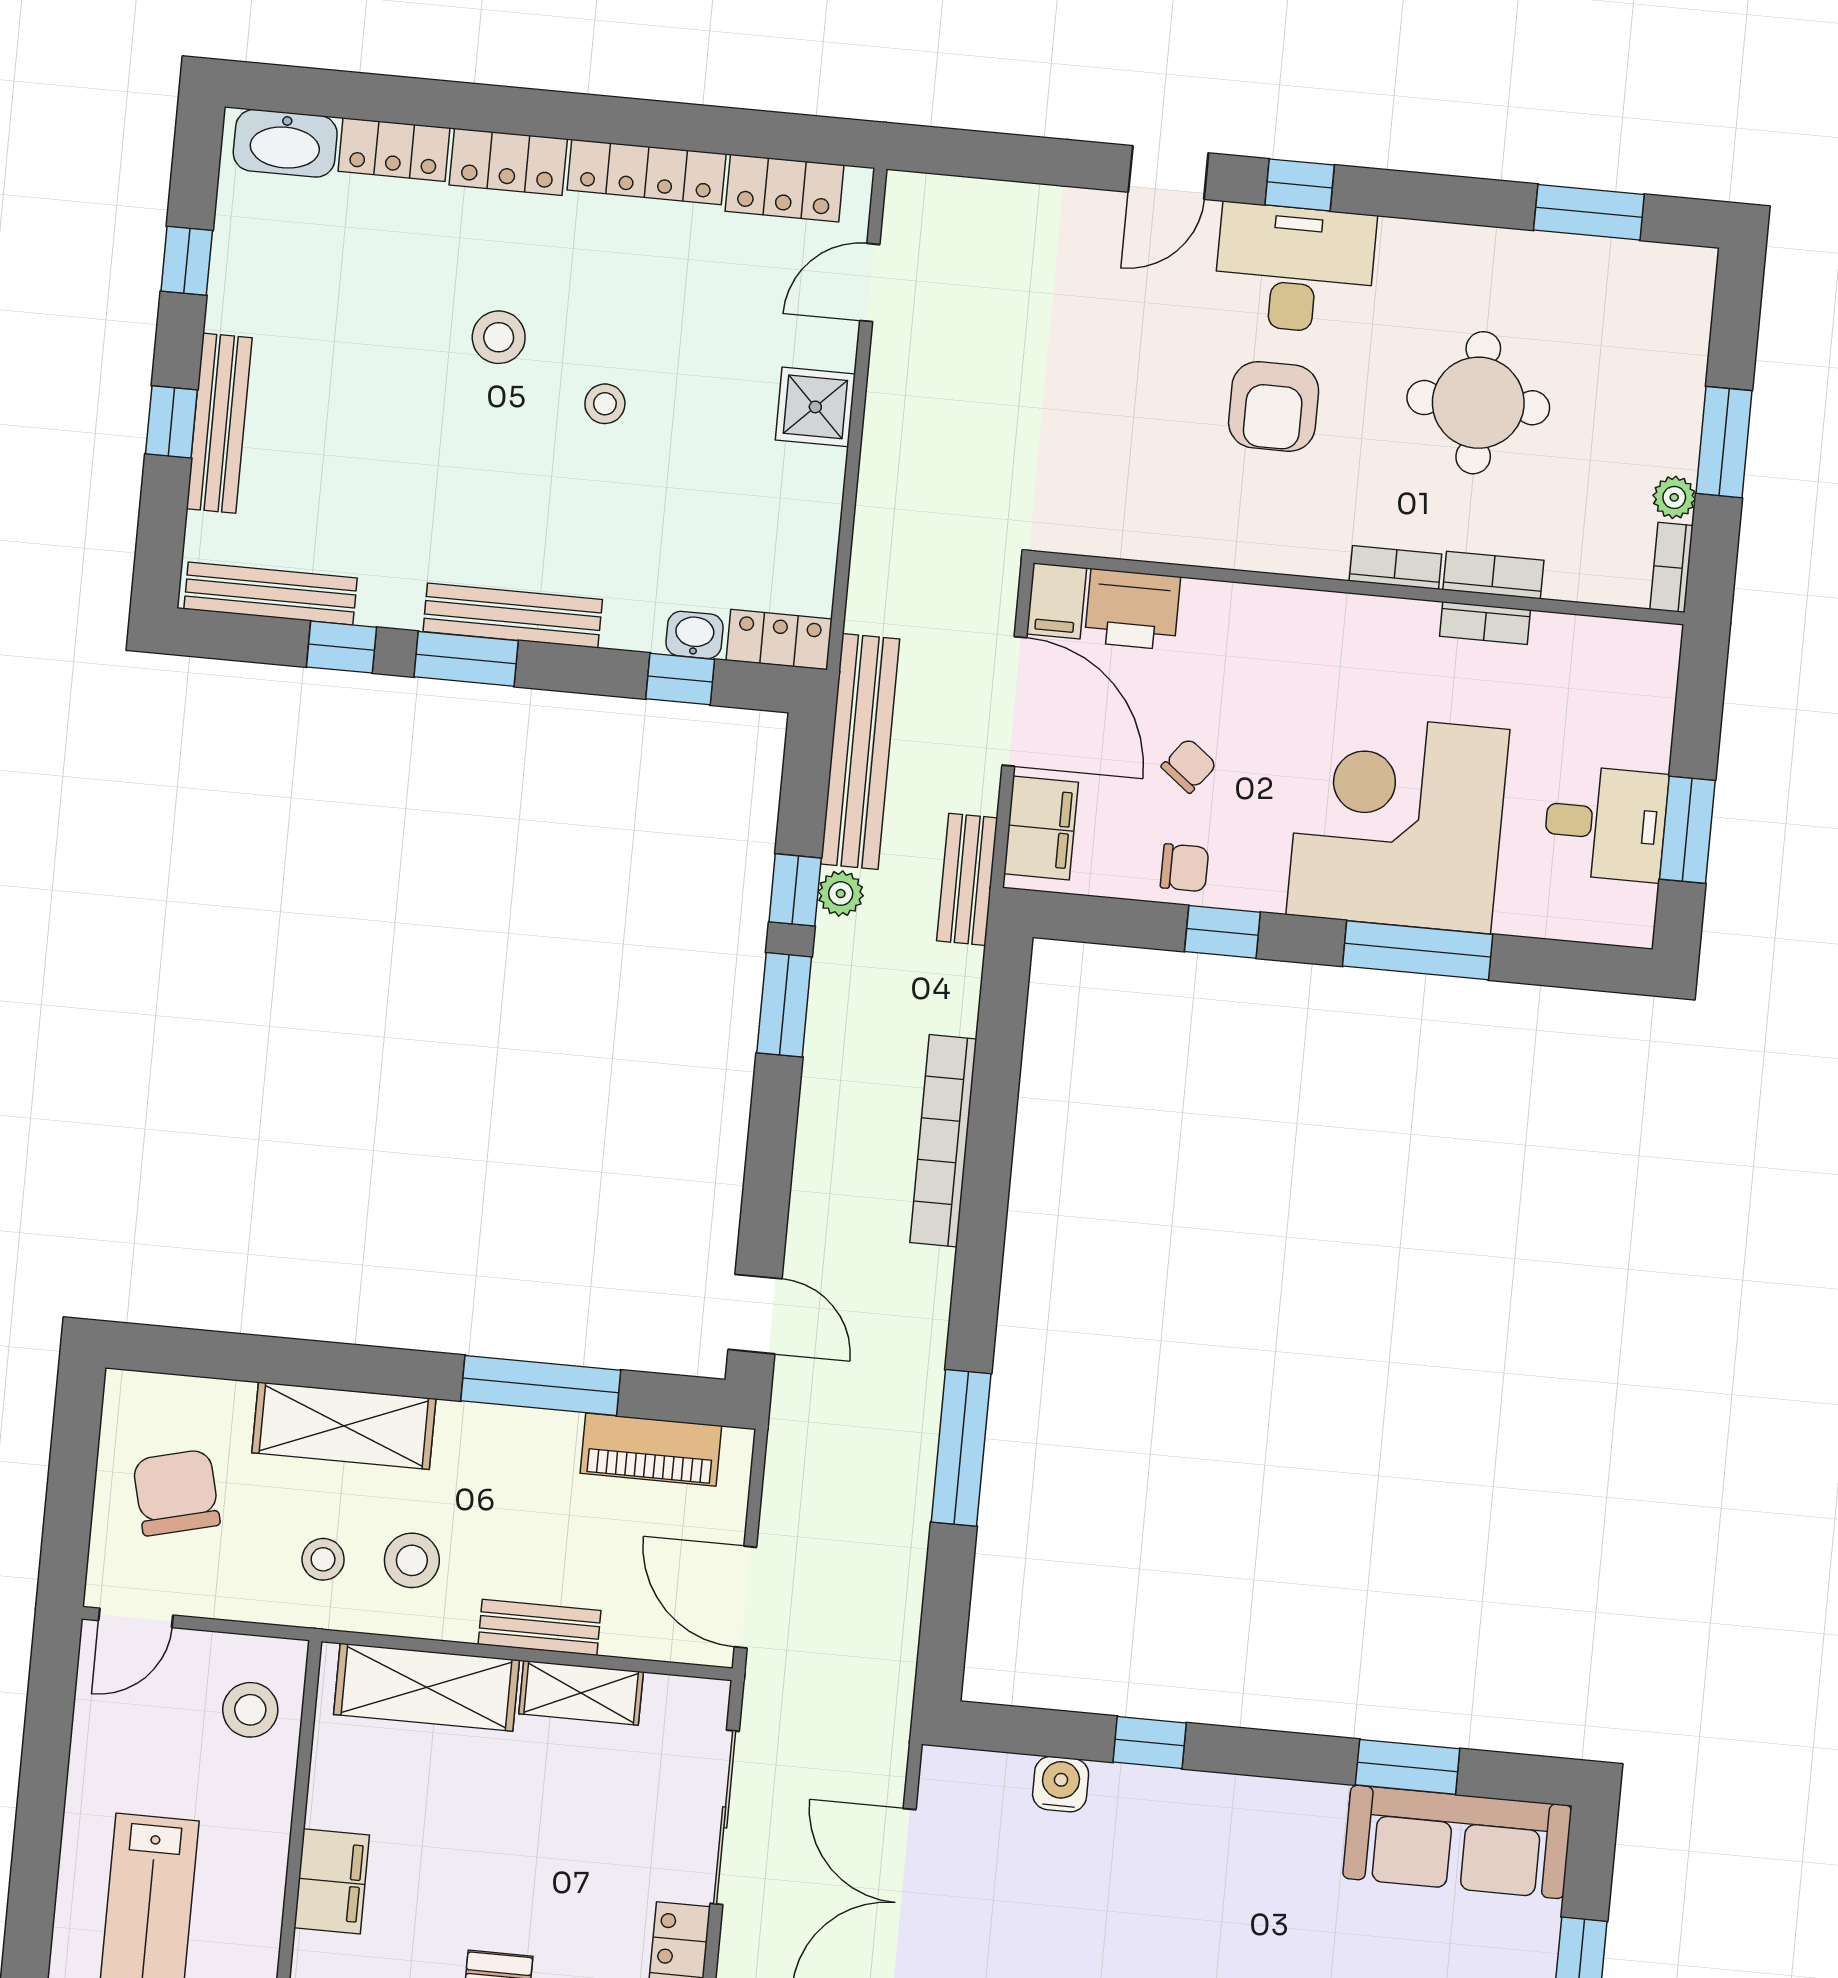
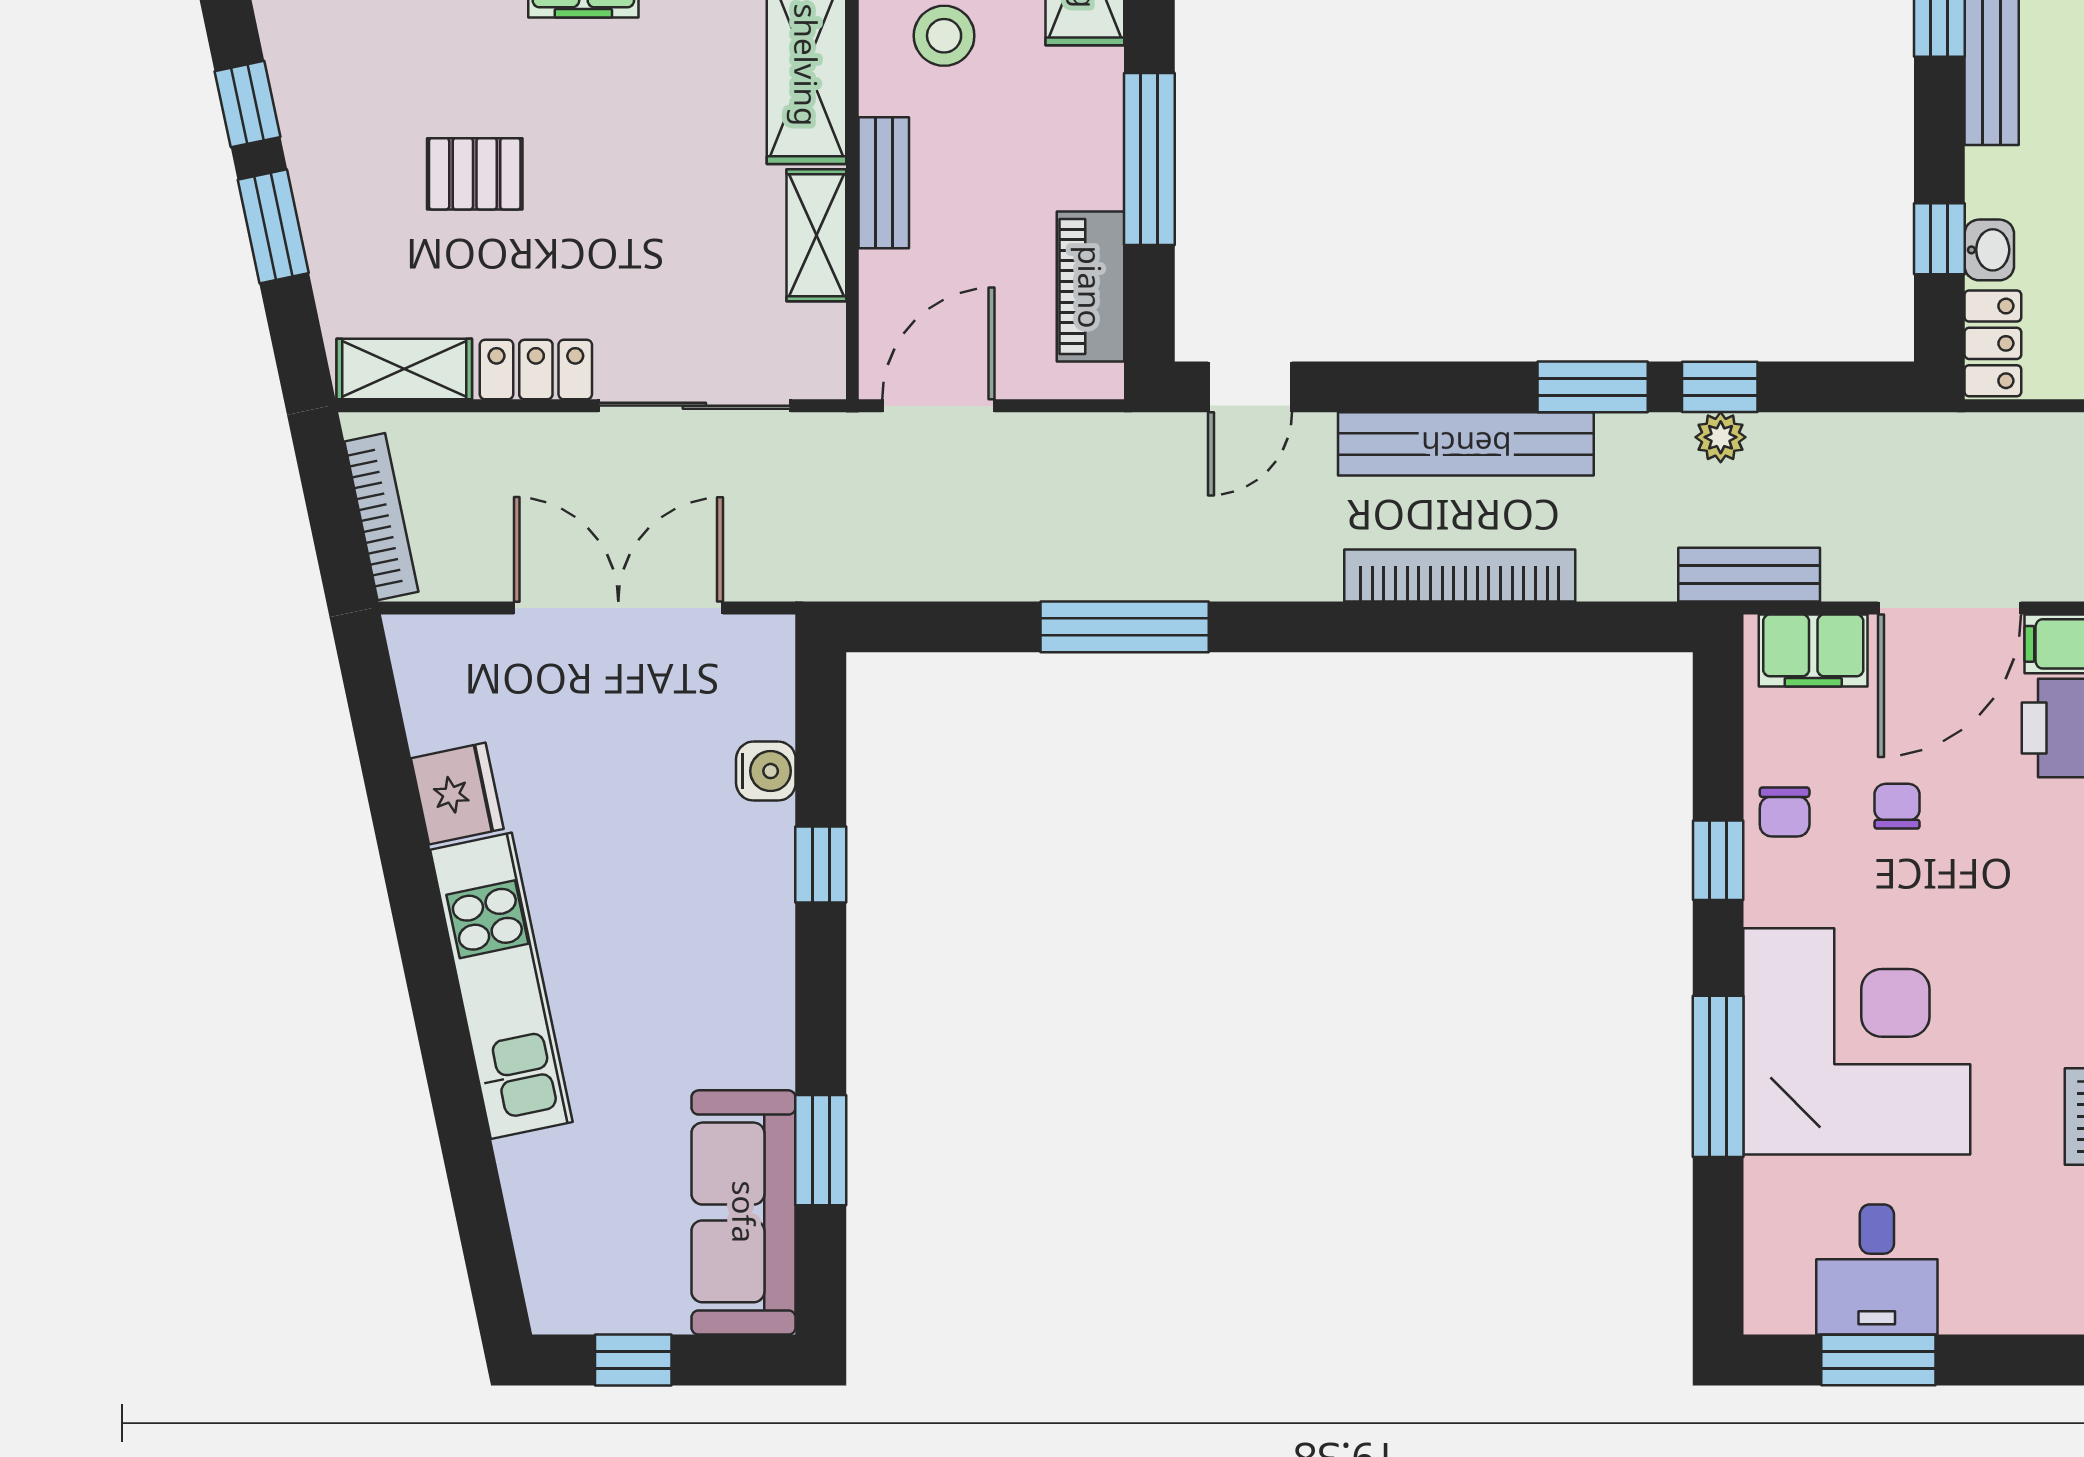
bench: (860, 751) -> (1466, 444), moved
chair: (1189, 766) -> (1897, 806), turned -128

